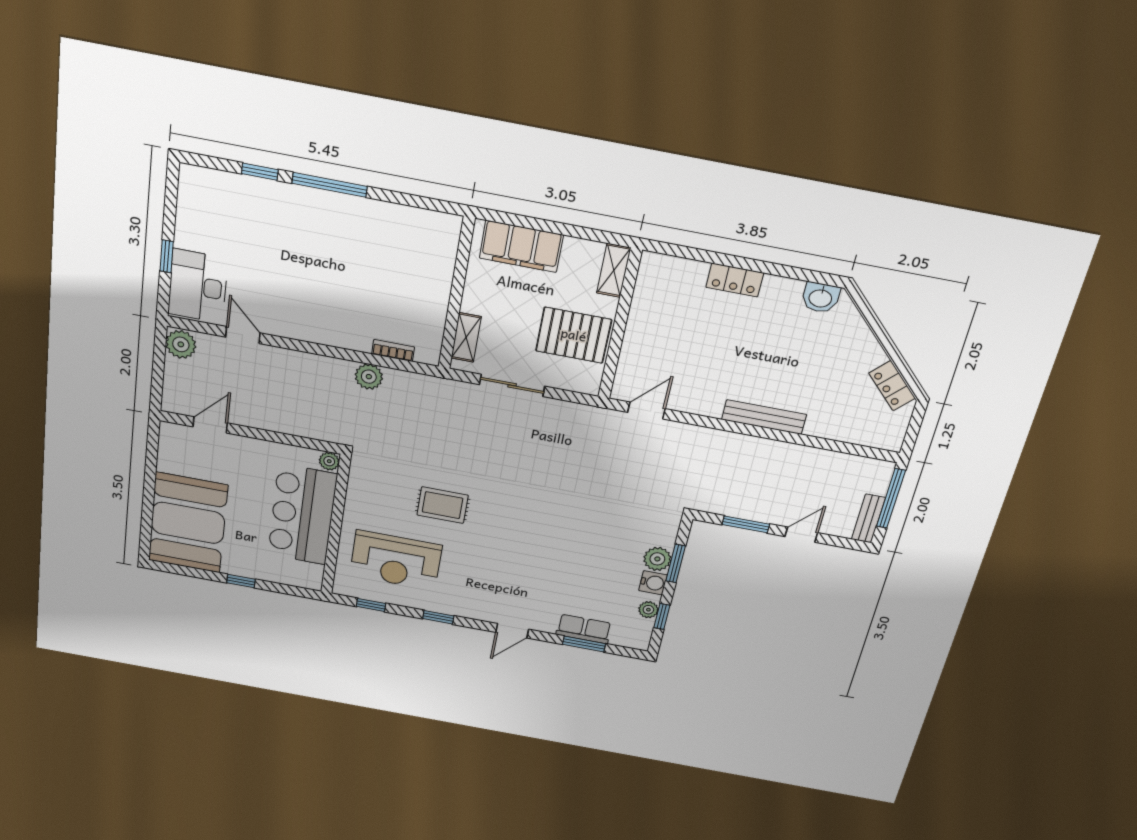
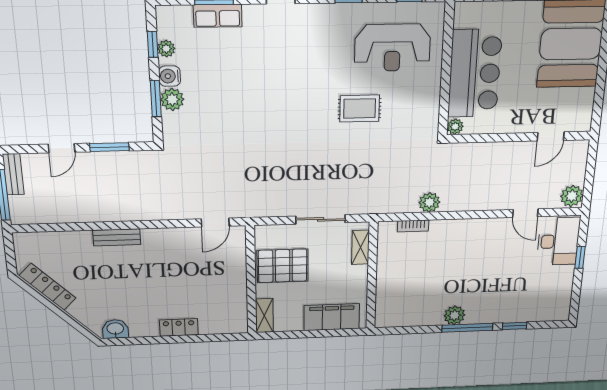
plant: (347, 209) -> (454, 315), added
locker: (892, 386) -> (48, 287), width x1.53
bench: (764, 417) -> (117, 237), width x0.73
reception desk: (396, 560) -> (392, 48), turned 180

